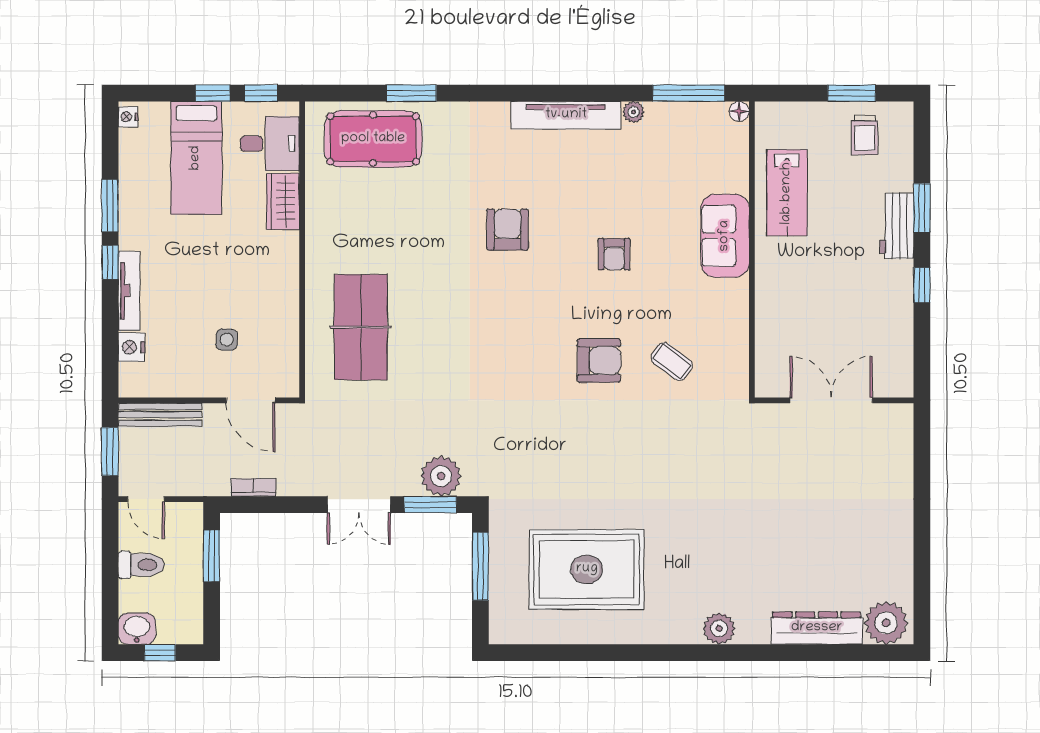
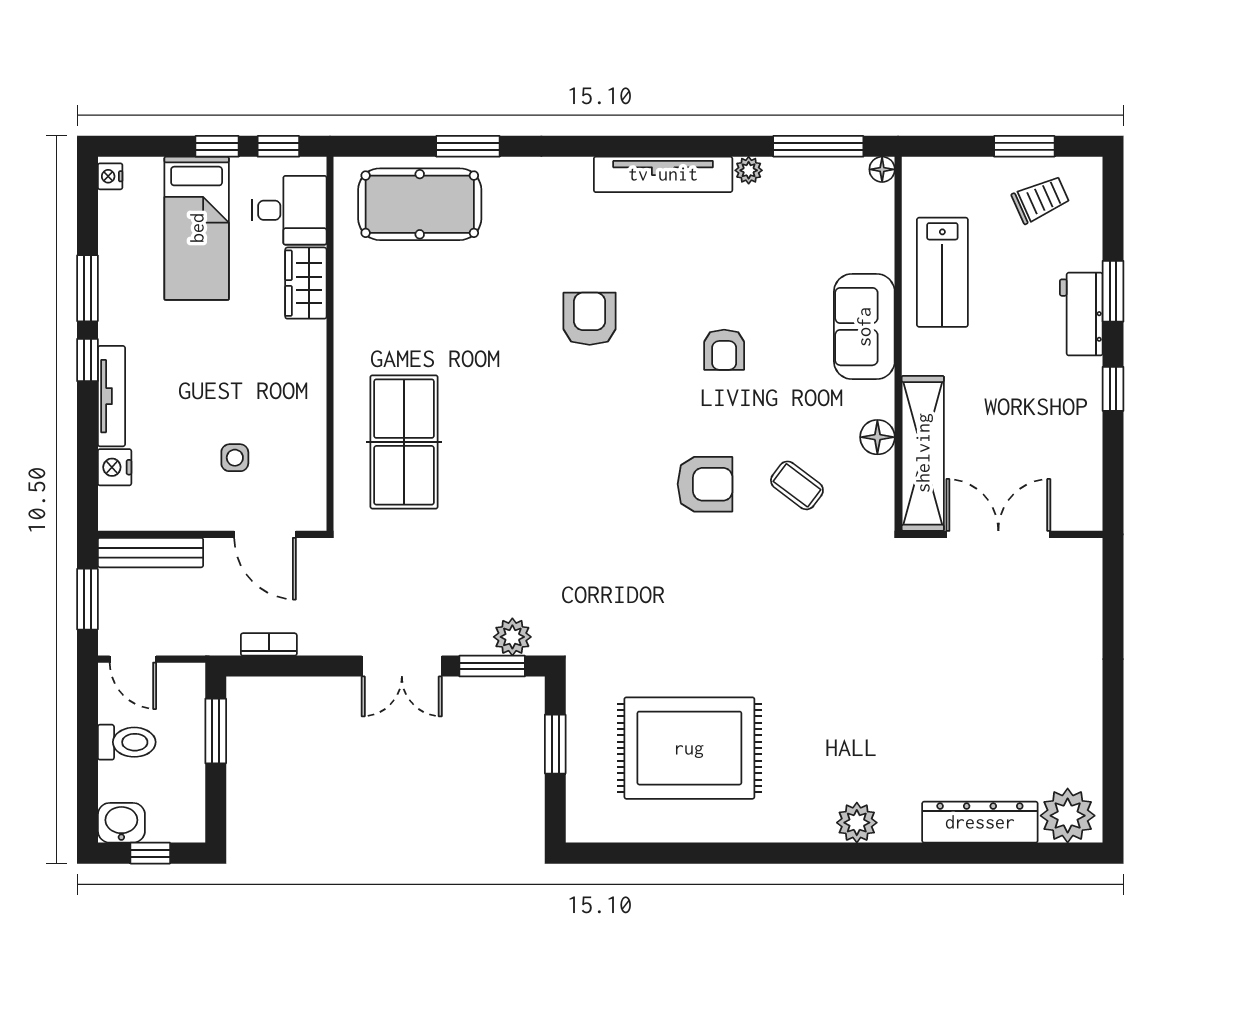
trolley: (865, 135) -> (1041, 199), turned -114
floor lamp: (735, 323) -> (877, 437), added
shelving: (771, 336) -> (923, 453), added
plant: (441, 476) -> (512, 637), width x0.73, depth x0.73
window: (480, 566) -> (555, 744), width x0.69

